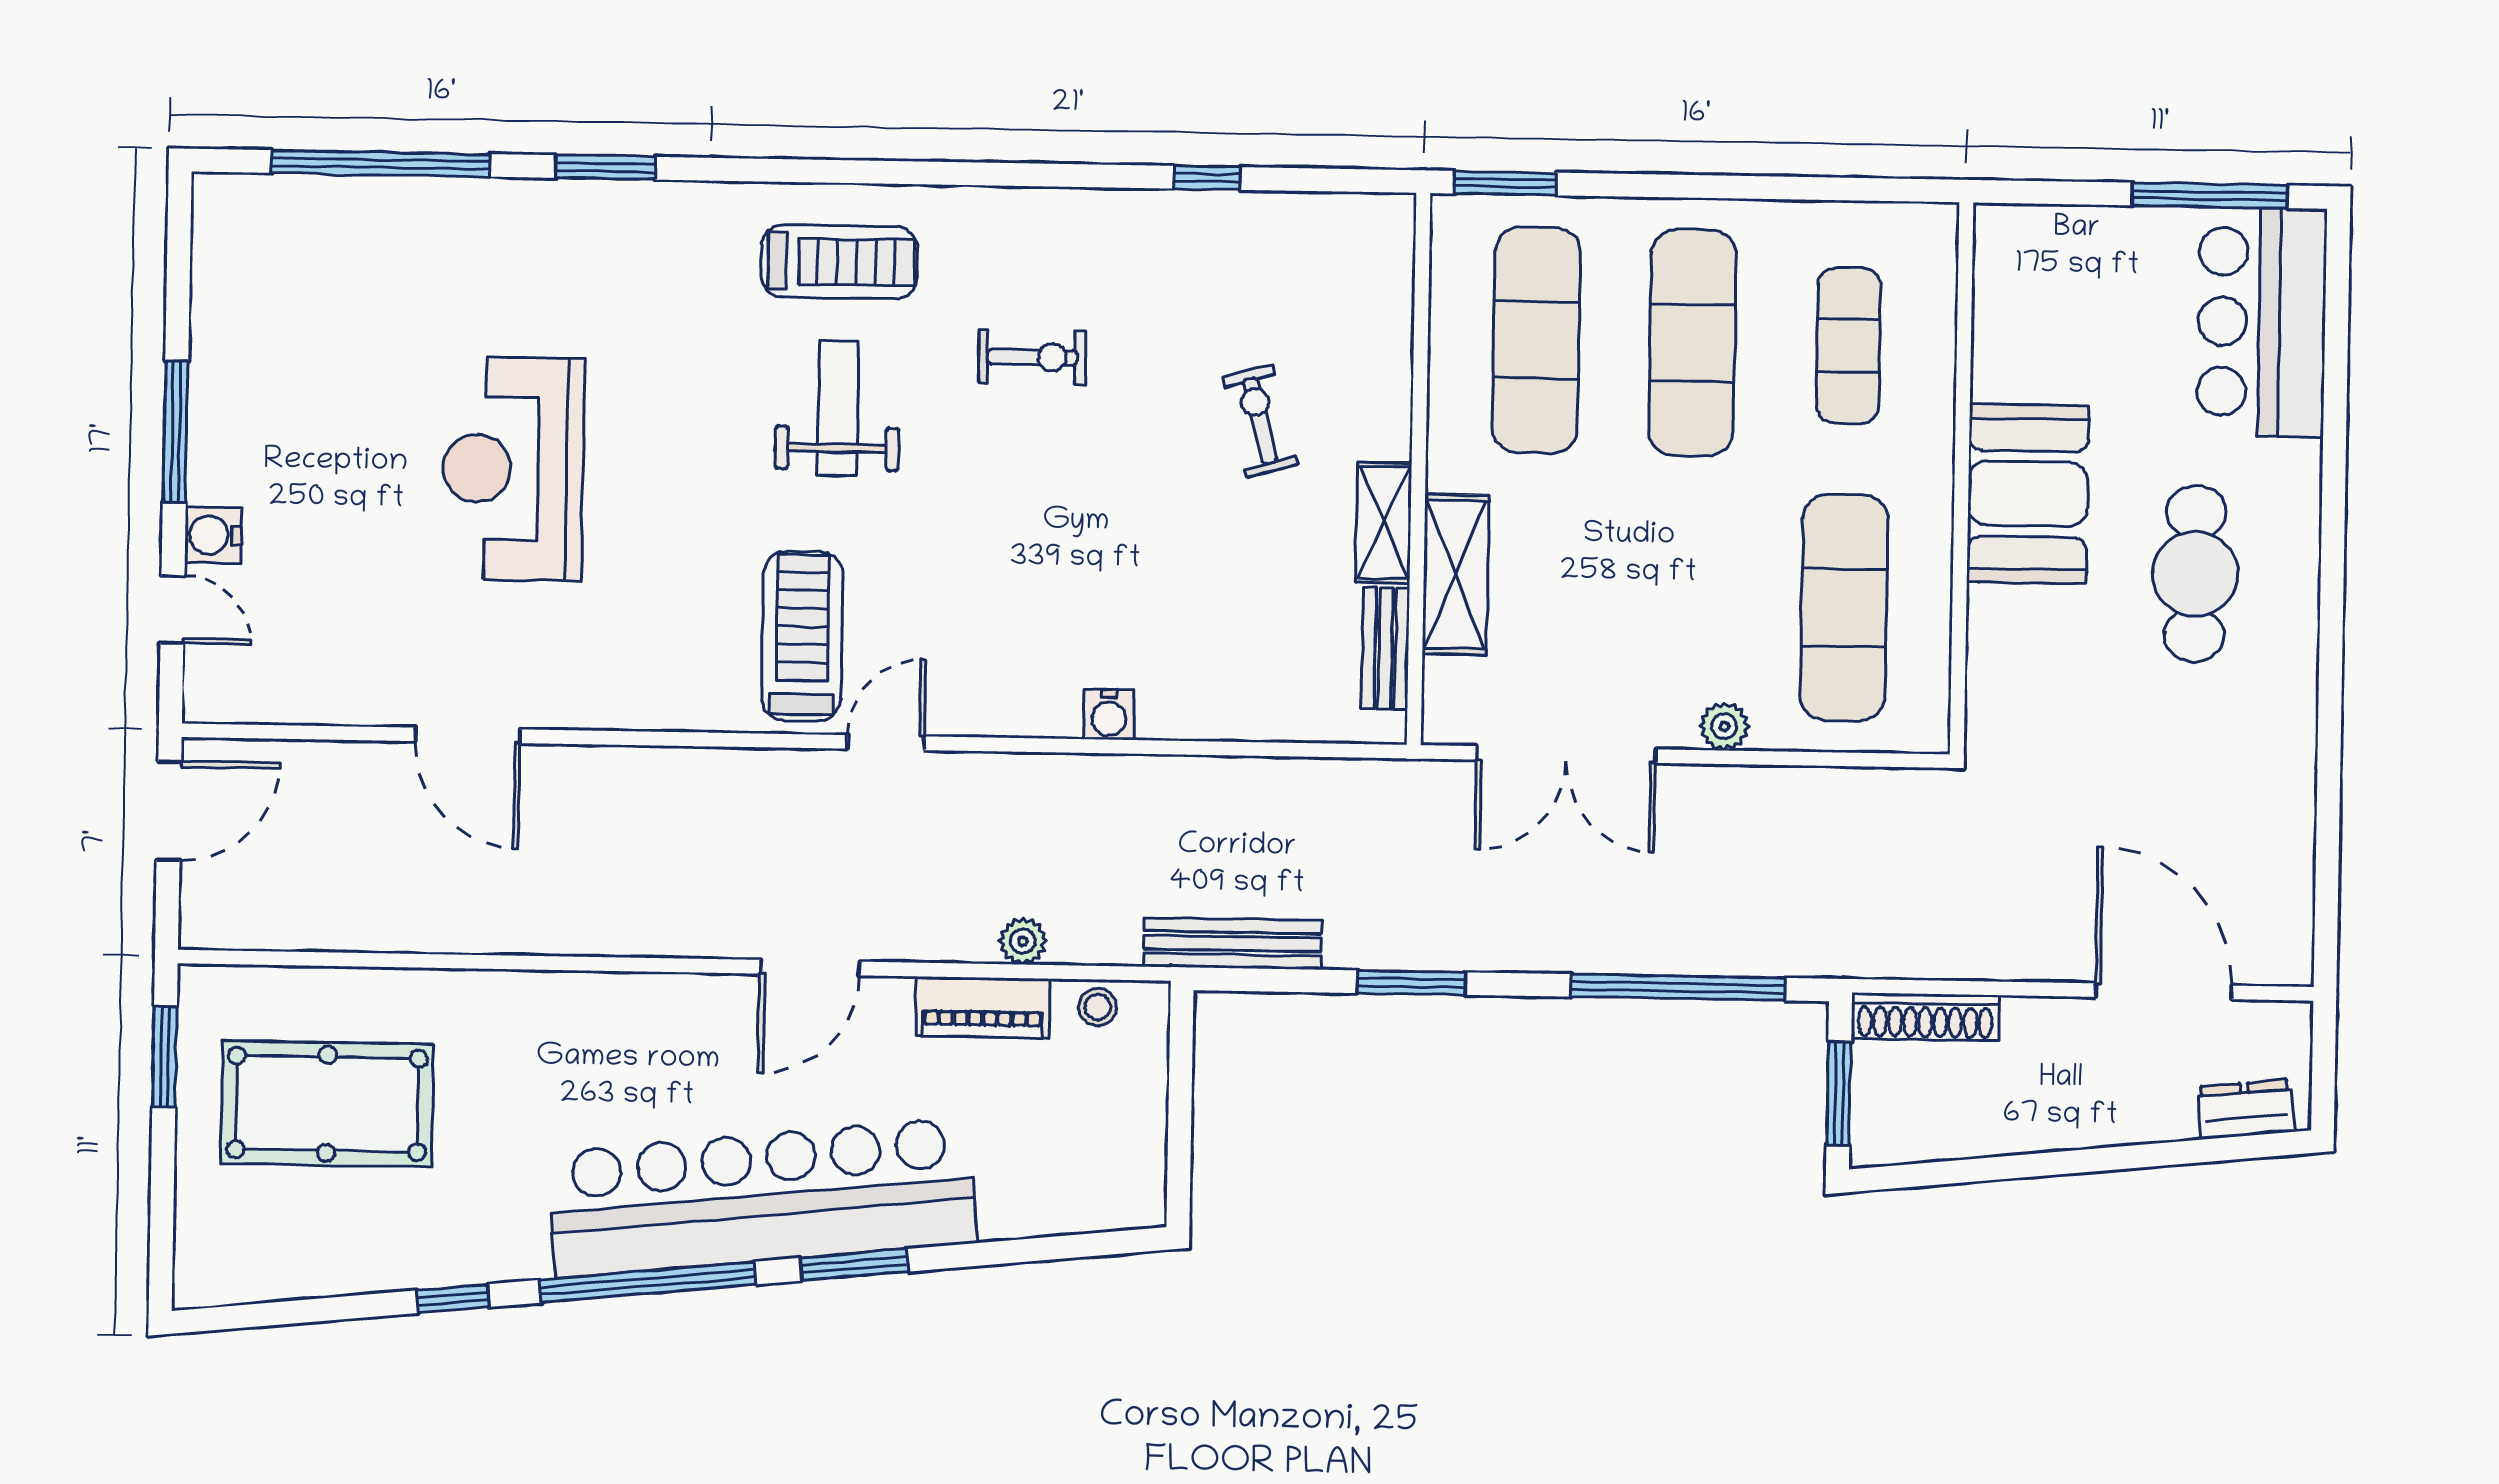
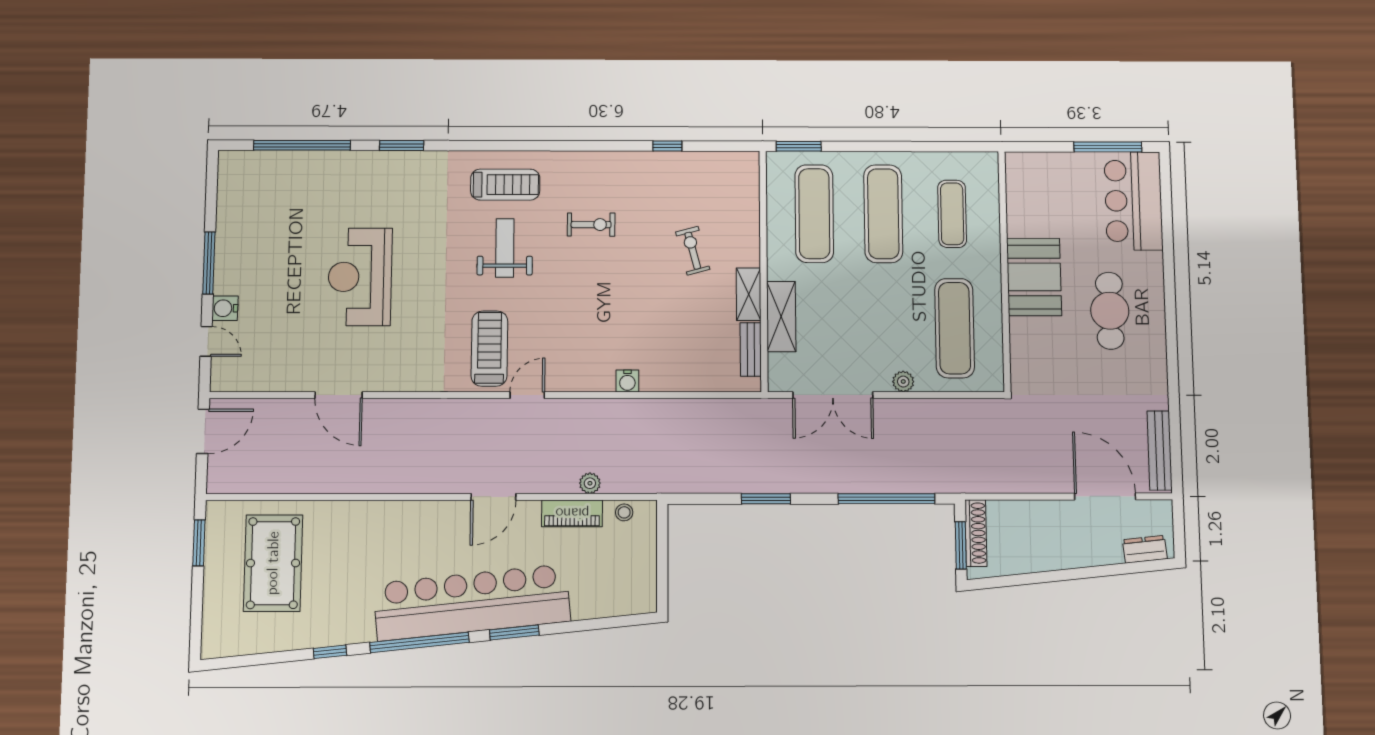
bench: (1232, 943) -> (1160, 450), moved, turned 90
shoe rack: (1925, 1017) -> (976, 533), moved, turned -90
pool table: (327, 1104) -> (273, 563), turned 90

